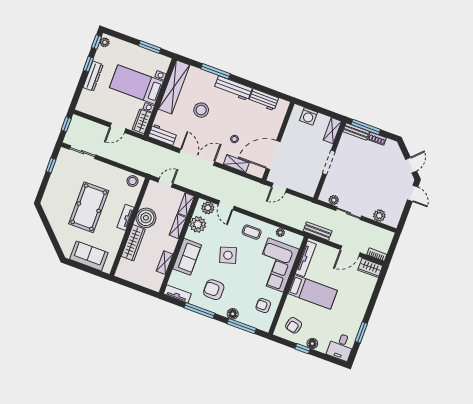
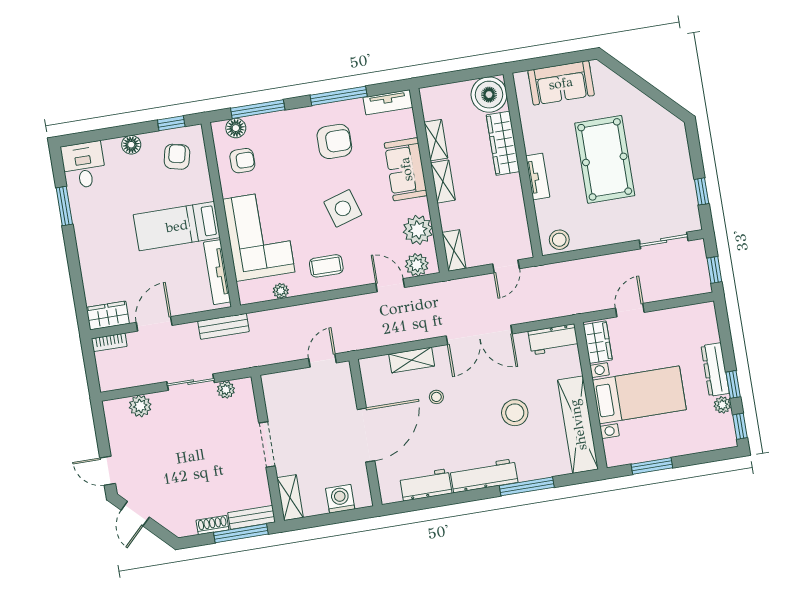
plant: (105, 42) -> (722, 405), moved
door: (273, 155) -> (366, 435), moved
boiler: (146, 218) -> (489, 95), moved
shelving: (178, 226) -> (443, 181), moved
floor lamp: (233, 314) -> (236, 128), moved
window: (303, 349) -> (171, 123), moved

